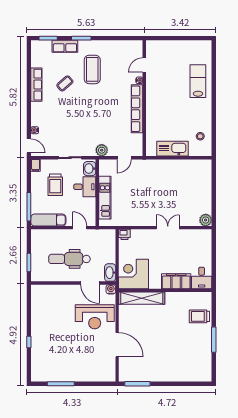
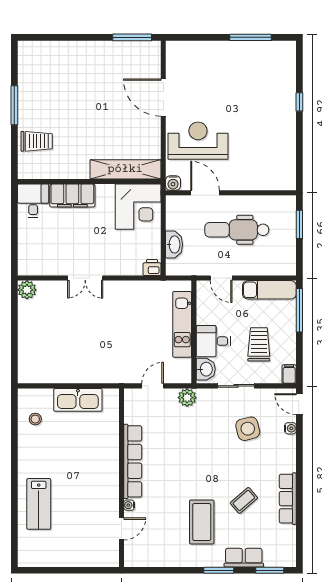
side table: (62, 130) -> (248, 429), added
dental chair: (69, 259) -> (237, 230), turned 180
washbasin: (110, 273) -> (174, 244), moved

